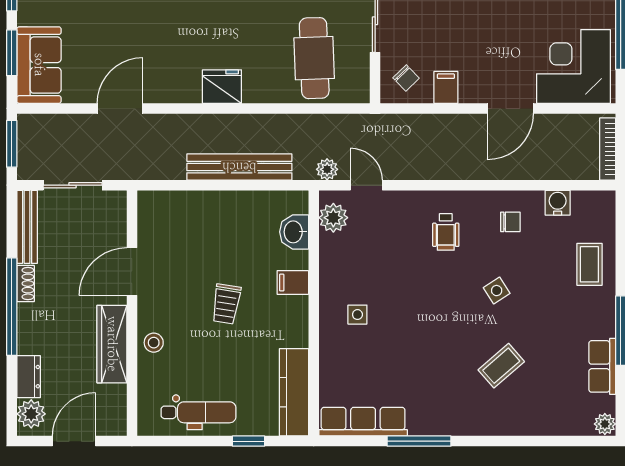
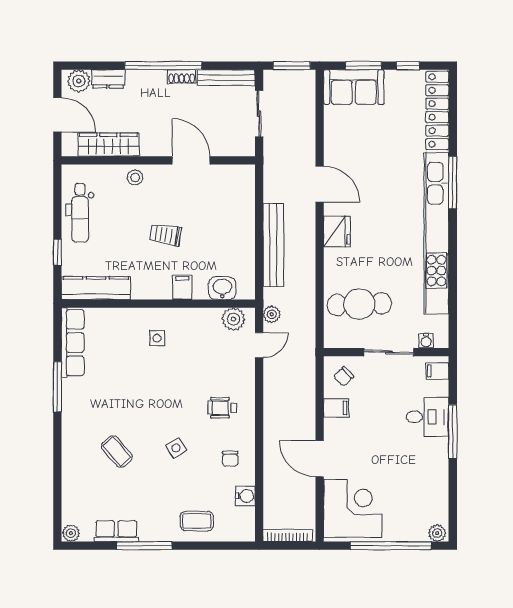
door: (120, 108) -> (320, 184), moved
wardrobe: (112, 344) -> (108, 145), moved

